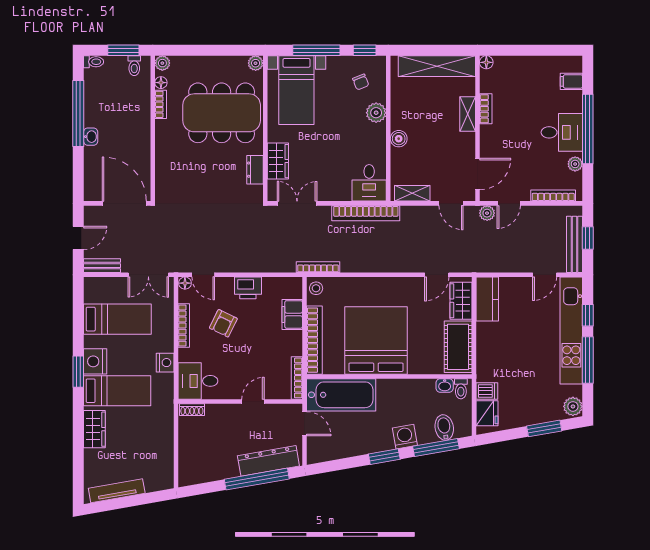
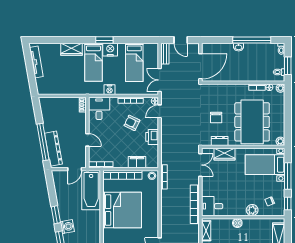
chair: (214, 176) -> (216, 118), added

